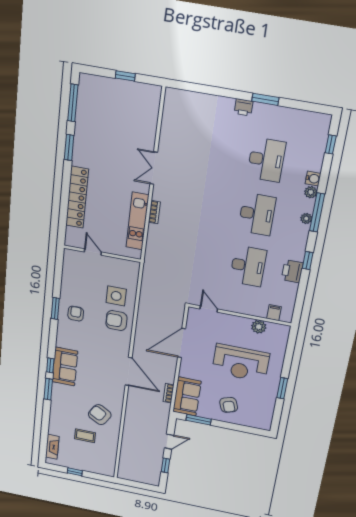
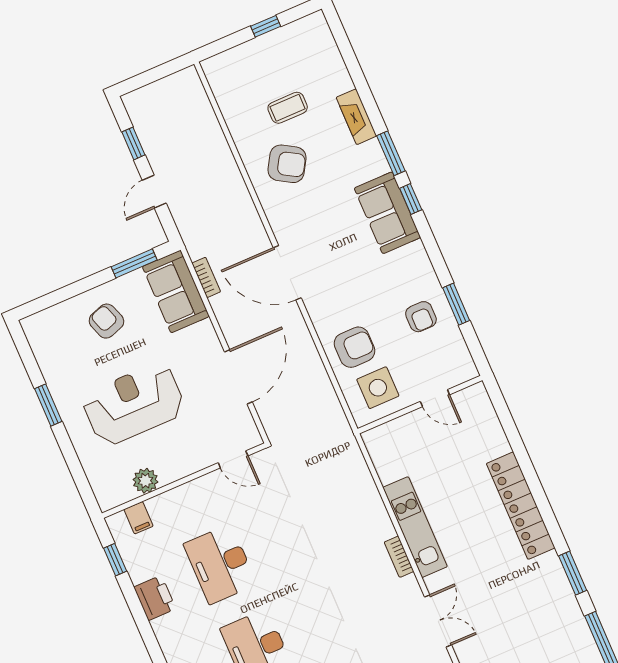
door: (93, 252) -> (435, 398), moved
wall: (102, 254) -> (420, 405), moved
window: (308, 261) -> (115, 560), moved
fireplace: (52, 447) -> (356, 117), moved

